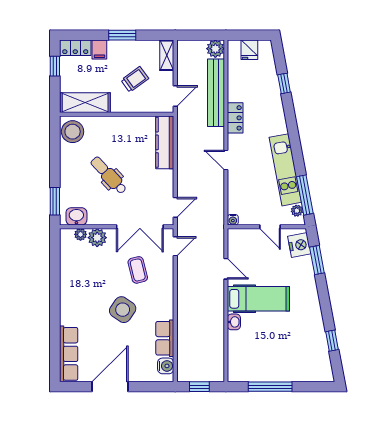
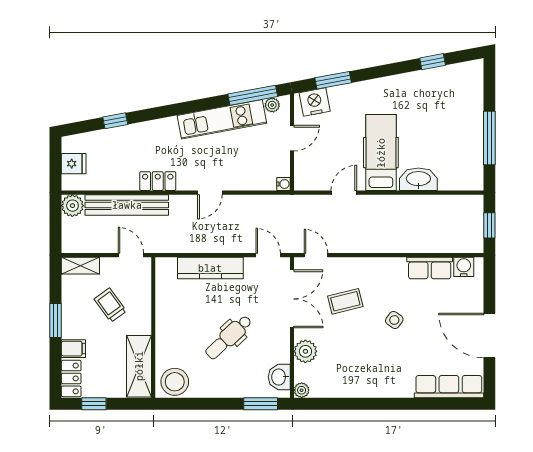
kitchen counter: (165, 142) -> (210, 268), moved
plant: (81, 234) -> (302, 390), moved
side table: (123, 310) -> (394, 320), width x0.54, depth x0.54
washbasin: (234, 322) -> (418, 179), width x1.91, depth x1.45

